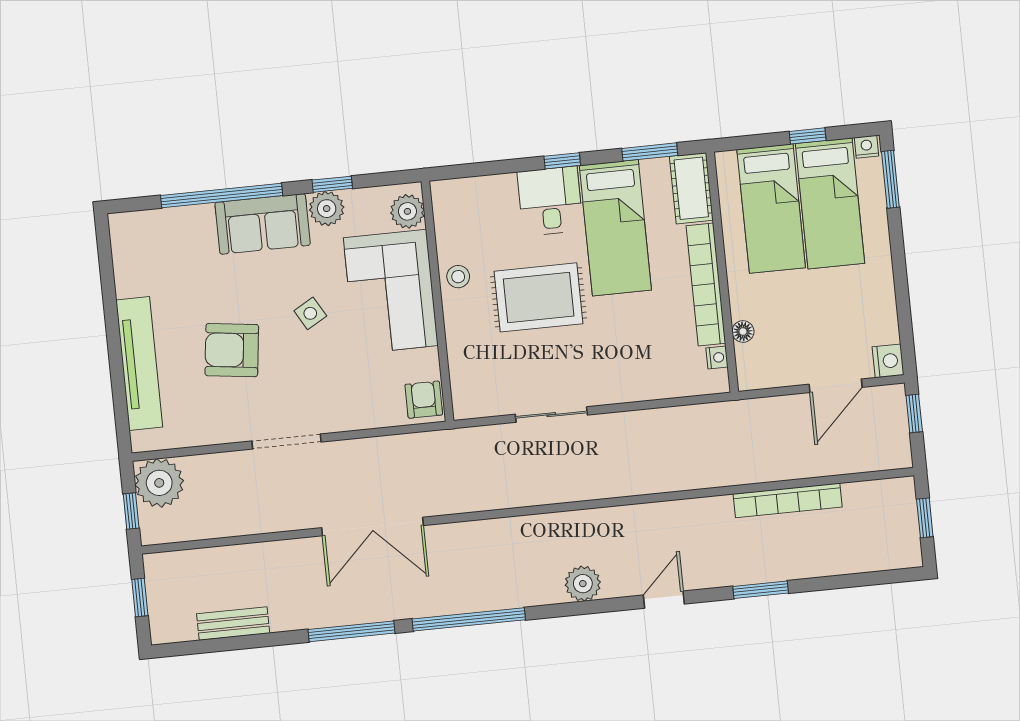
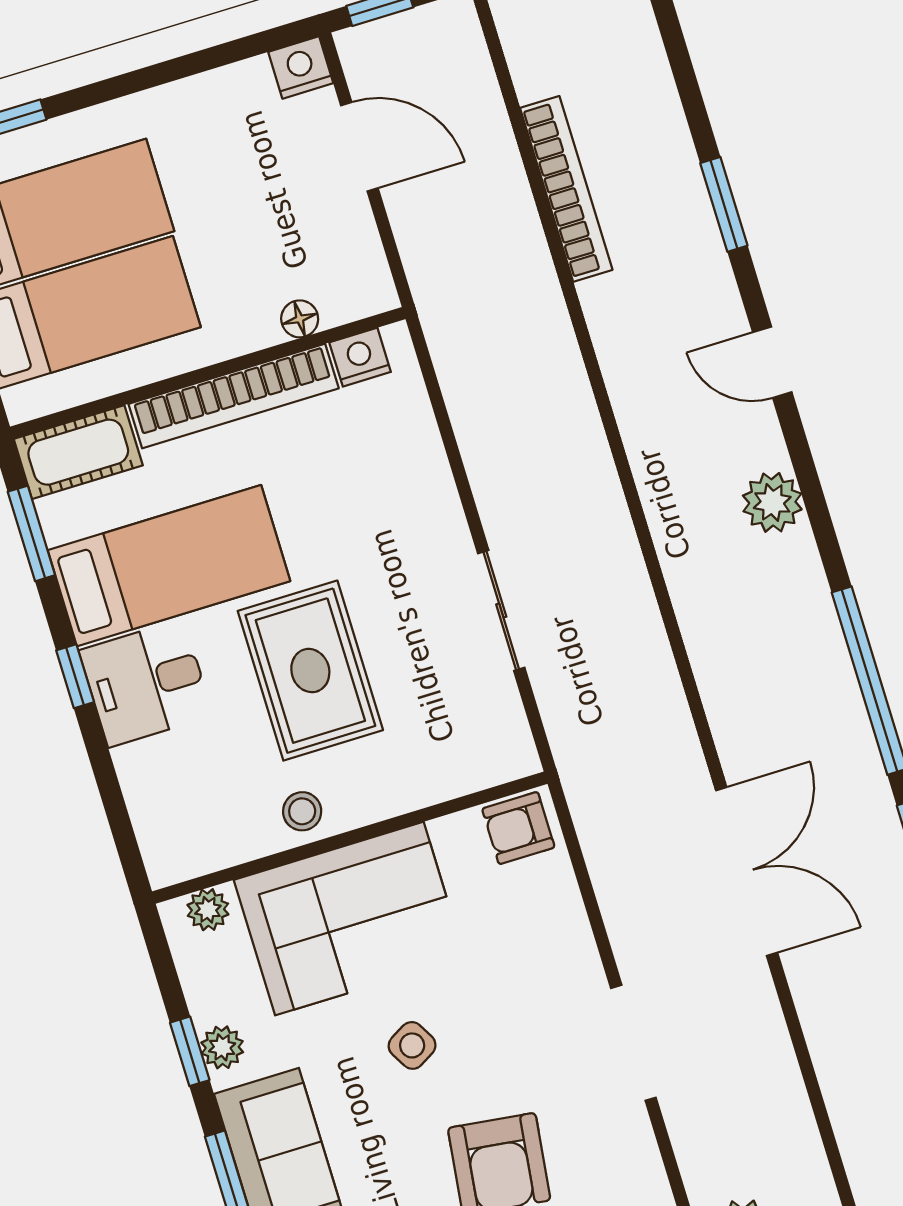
plant: (327, 209) -> (222, 1047), width x0.73, depth x0.73
plant: (407, 211) -> (208, 910), width x0.73, depth x0.73
nightstand: (717, 358) -> (360, 357), width x1.39, depth x1.35

